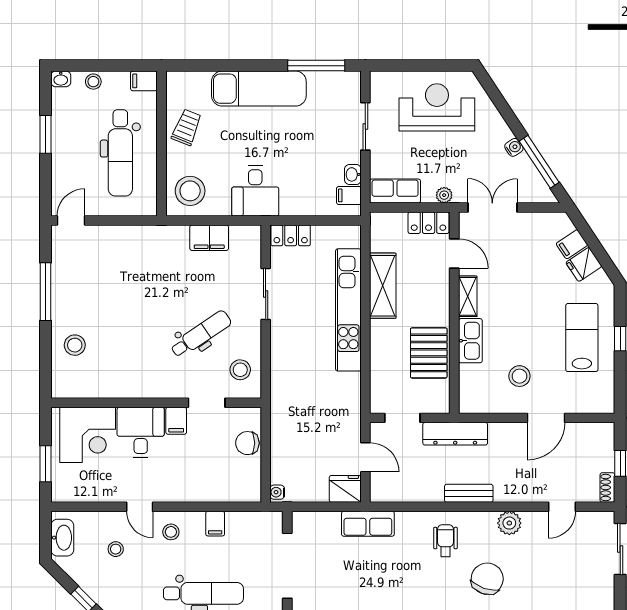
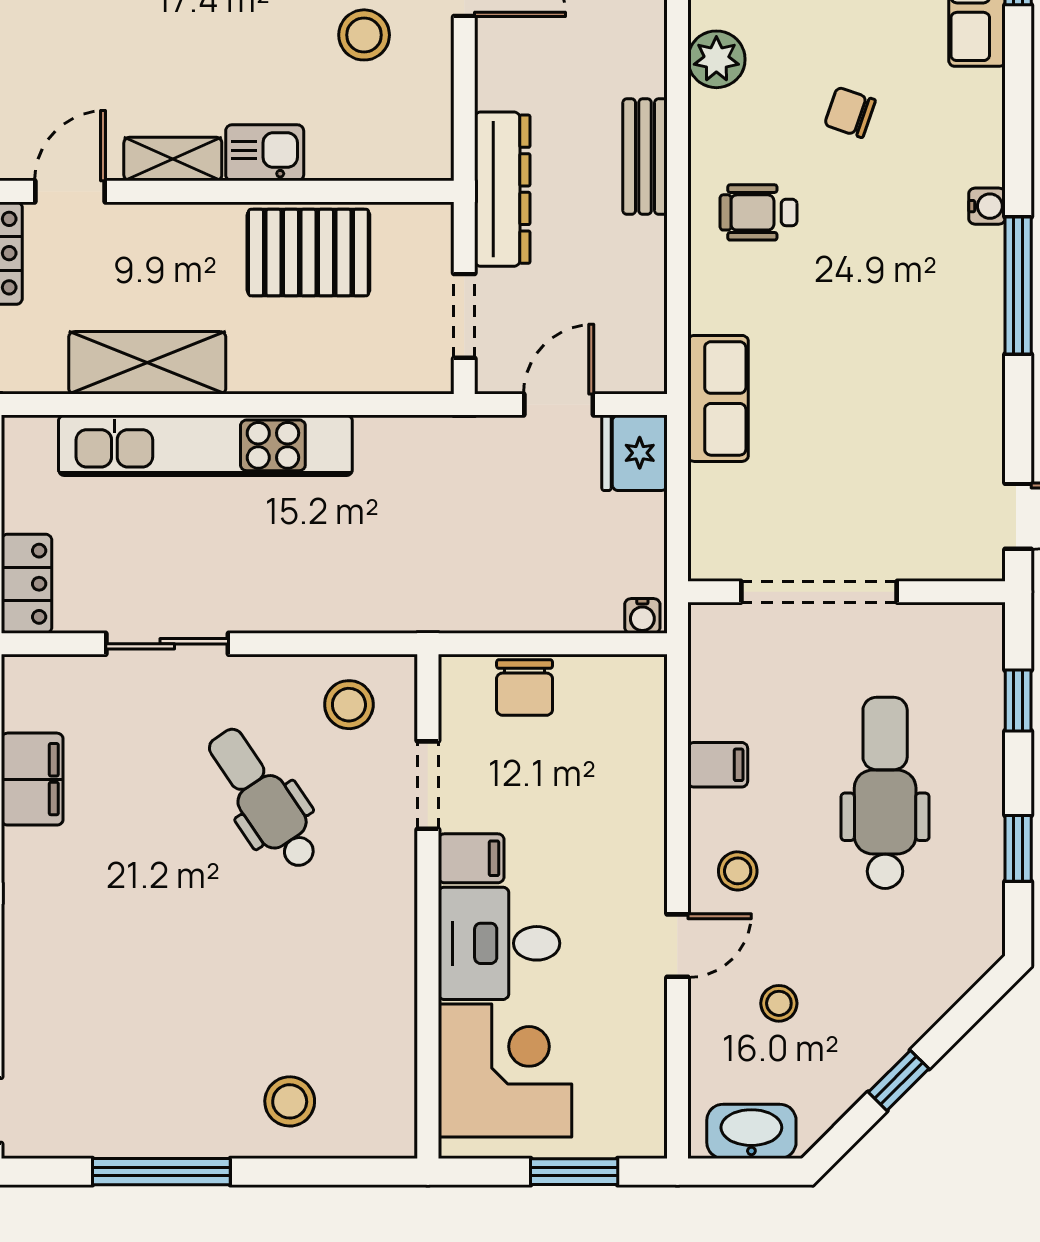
kitchen sink: (470, 341) -> (265, 153), width x0.73
chair: (487, 579) -> (850, 112), width x0.54, depth x0.54

